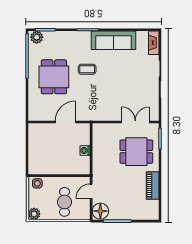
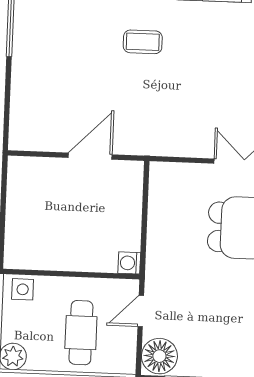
dining table: (54, 77) -> (69, 56), removed
washing machine: (85, 150) -> (129, 263), moved

